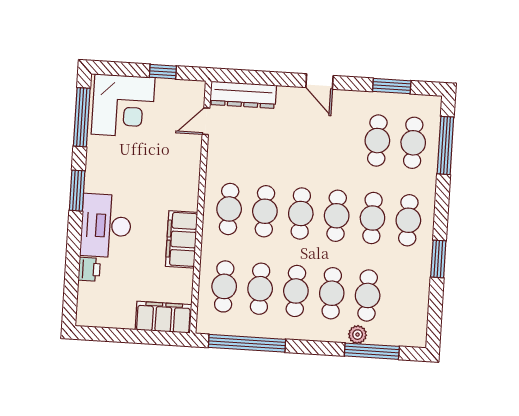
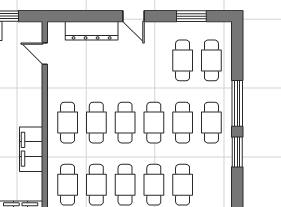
dresser: (243, 95) -> (92, 31), moved
door: (206, 121) -> (45, 54), hinge flipped
window: (445, 145) -> (237, 103), moved

